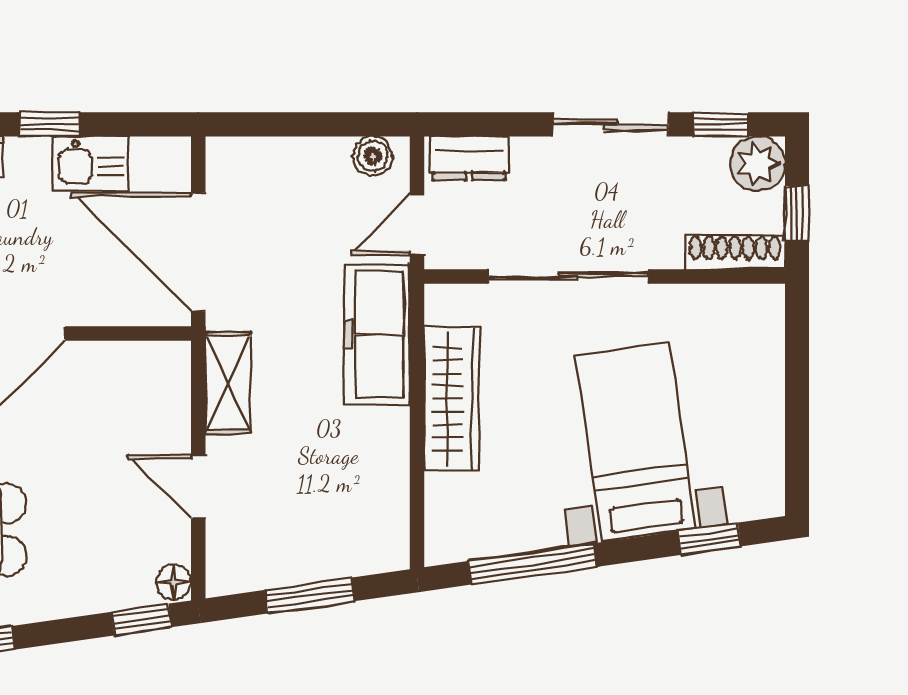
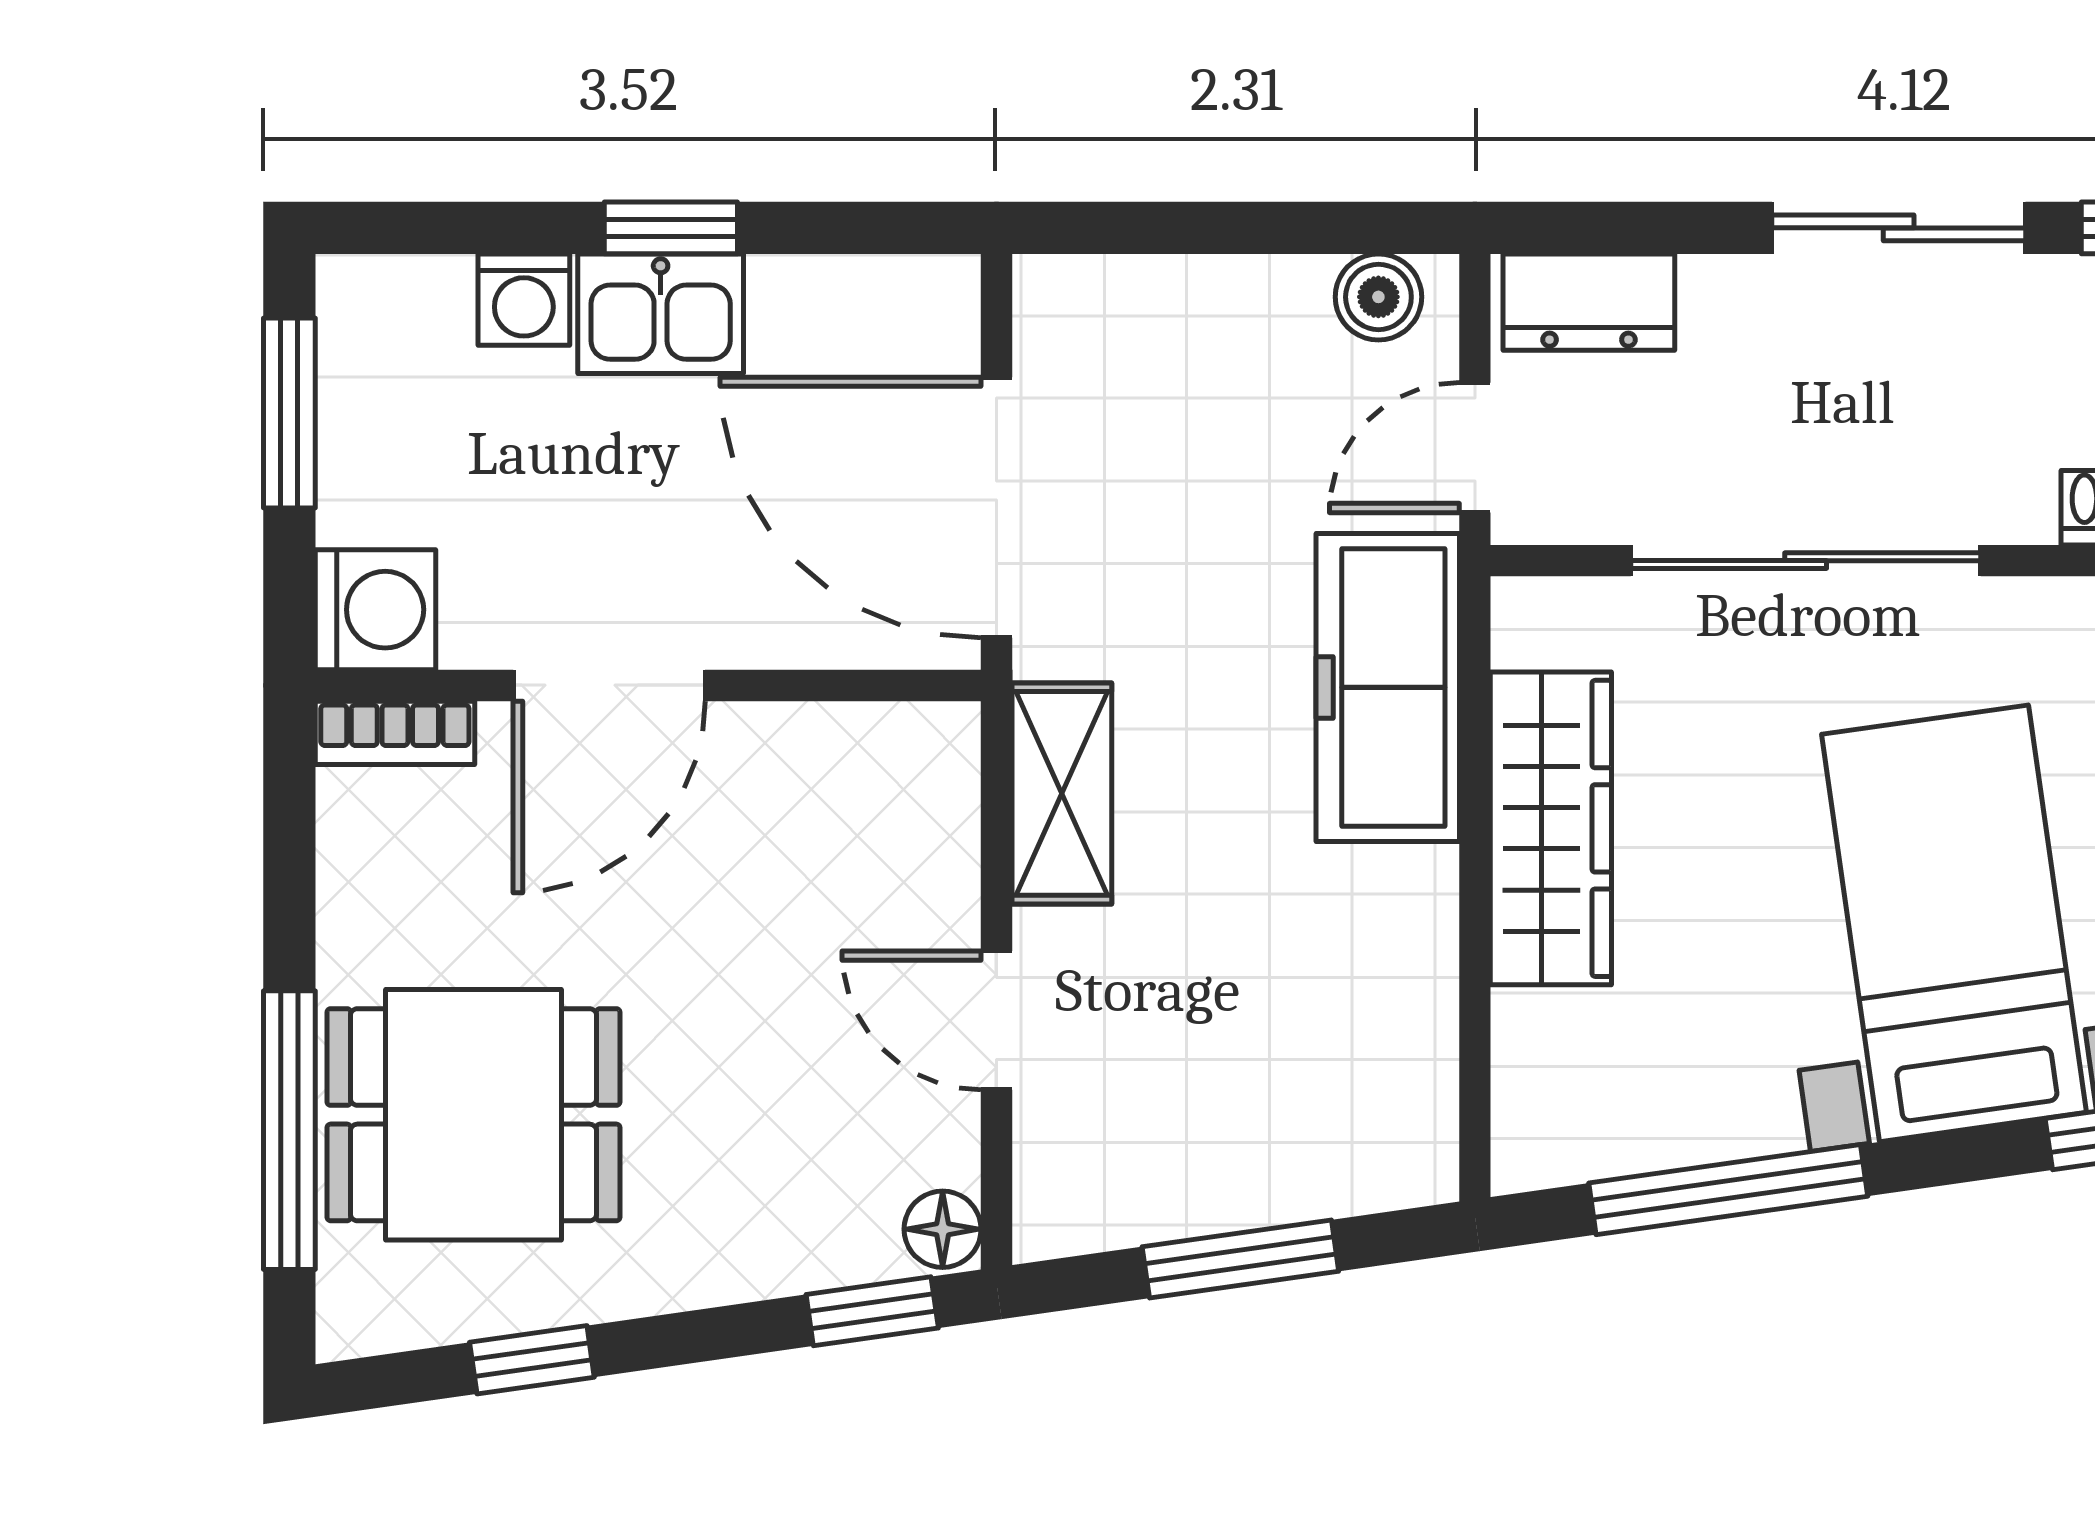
kitchen sink: (90, 164) -> (661, 314), moved

